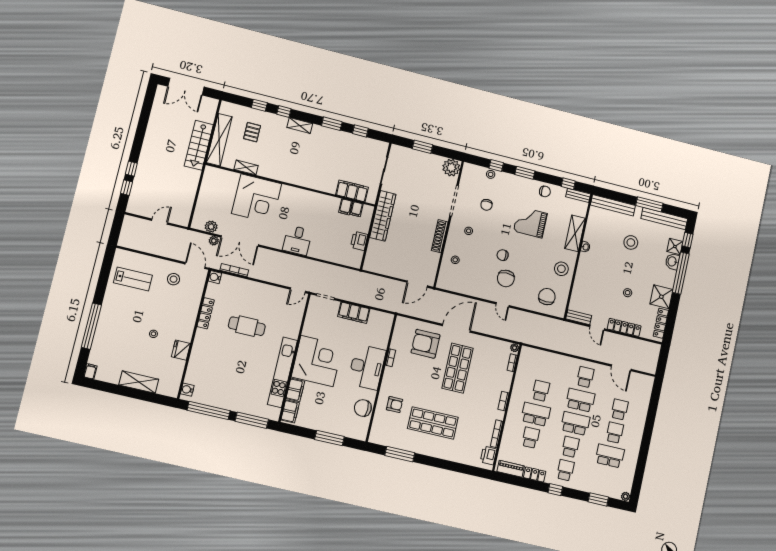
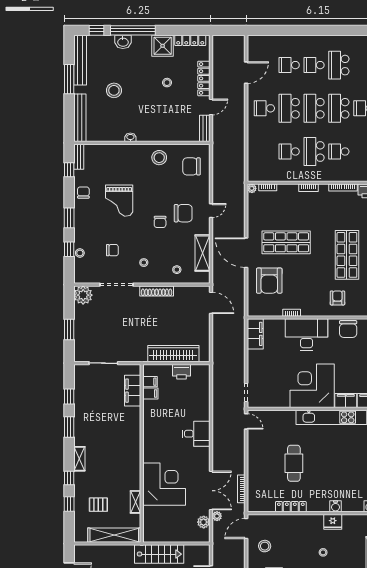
stairs: (199, 145) -> (159, 554), moved
wardrobe: (383, 216) -> (173, 354), moved
shelving: (575, 233) -> (202, 253), moved, turned 90
shower: (675, 247) -> (107, 42), removed
water cooler: (215, 277) -> (336, 506), moved
filing cabinet: (354, 313) -> (255, 334), moved
school desk: (570, 447) -> (339, 108), width x1.85

